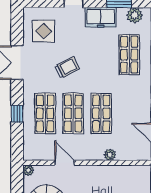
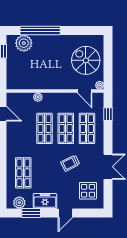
window: (17, 114) -> (108, 114), moved
door: (64, 163) -> (85, 91), moved

